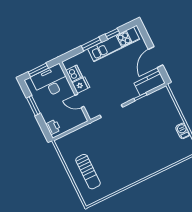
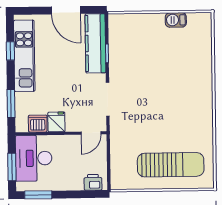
window: (91, 44) -> (11, 103), moved
kitchen counter: (150, 83) -> (95, 43), width x1.50
door: (79, 101) -> (91, 133), moved
window: (33, 106) -> (38, 195), moved
sun lounger: (88, 172) -> (171, 165), width x1.36, depth x1.34

